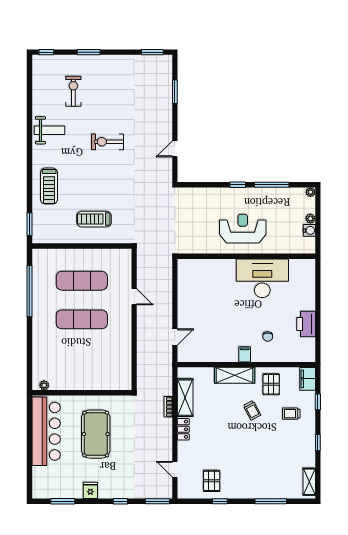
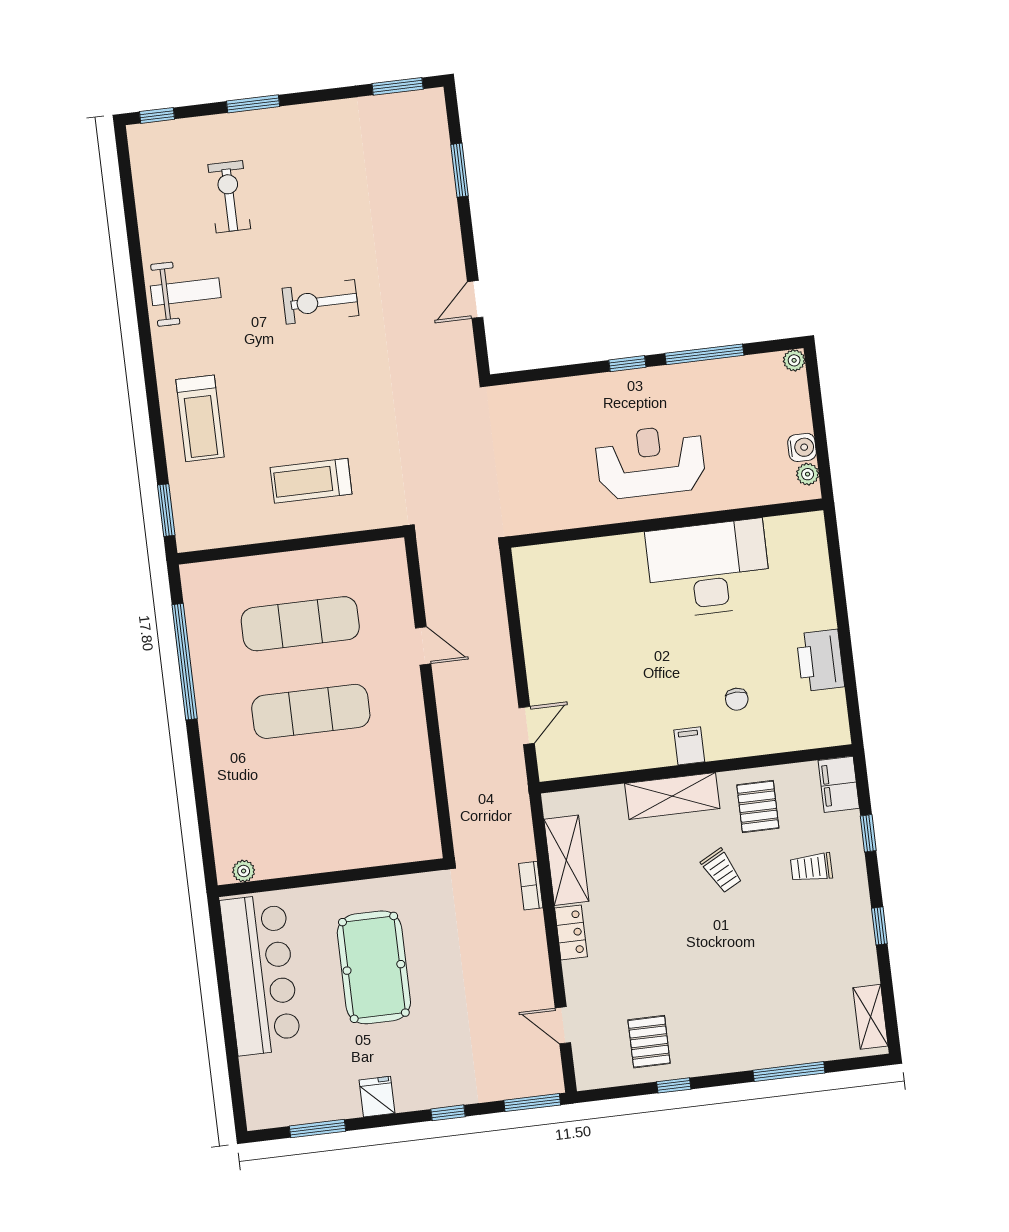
plant: (310, 219) -> (808, 474), moved

